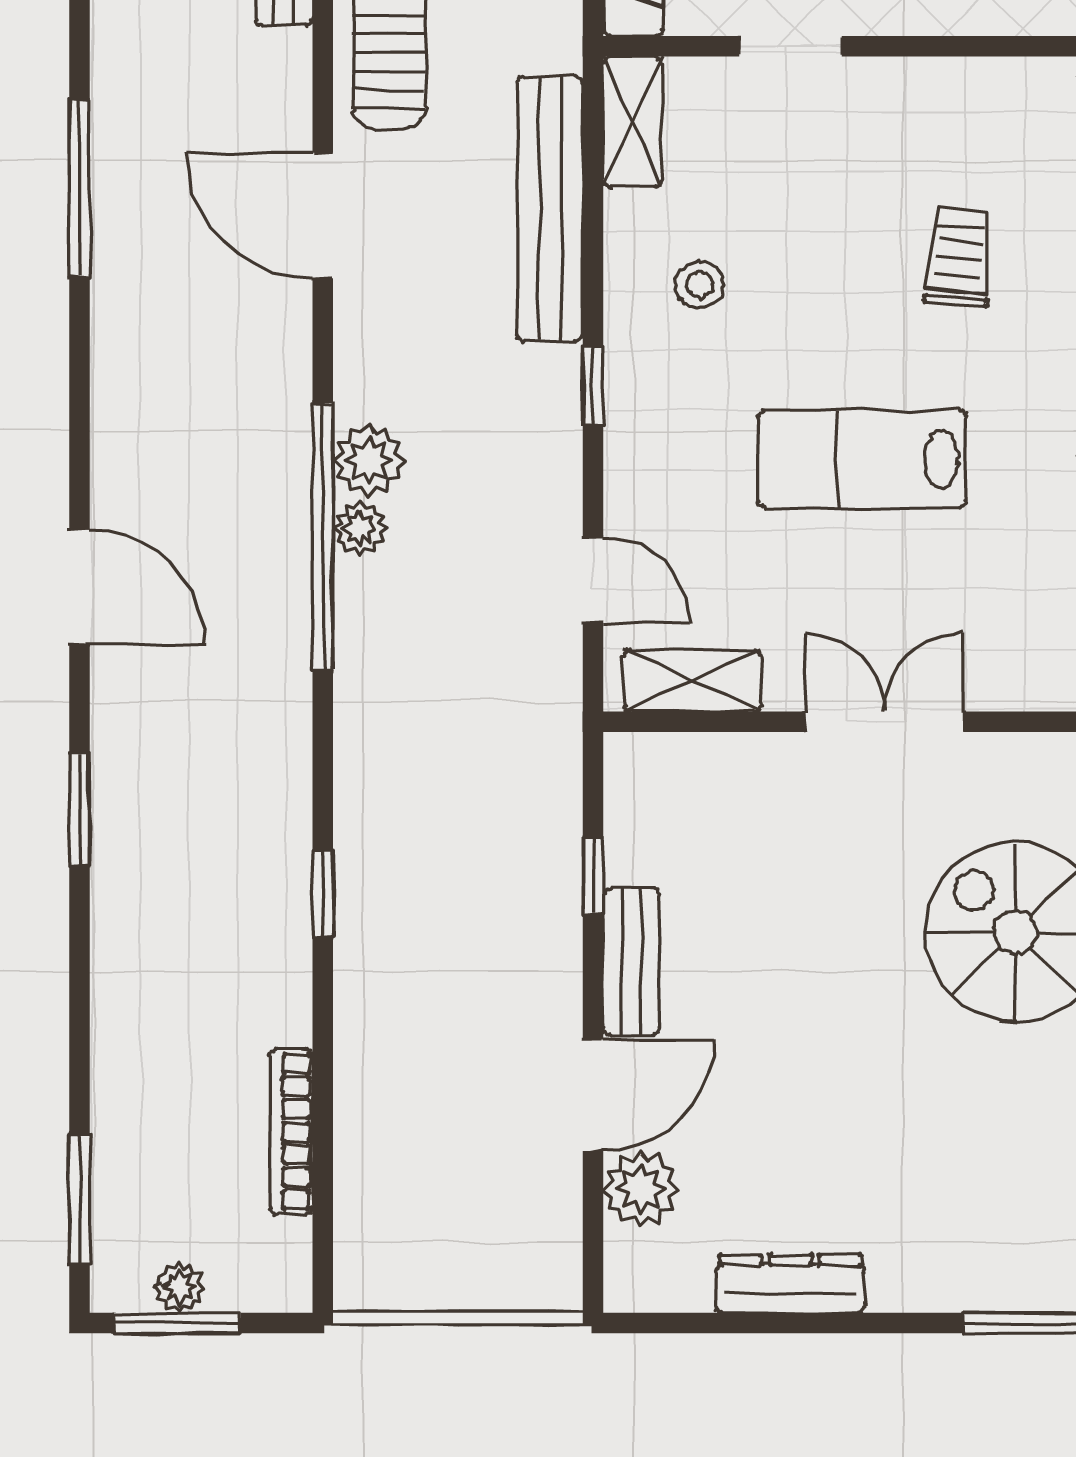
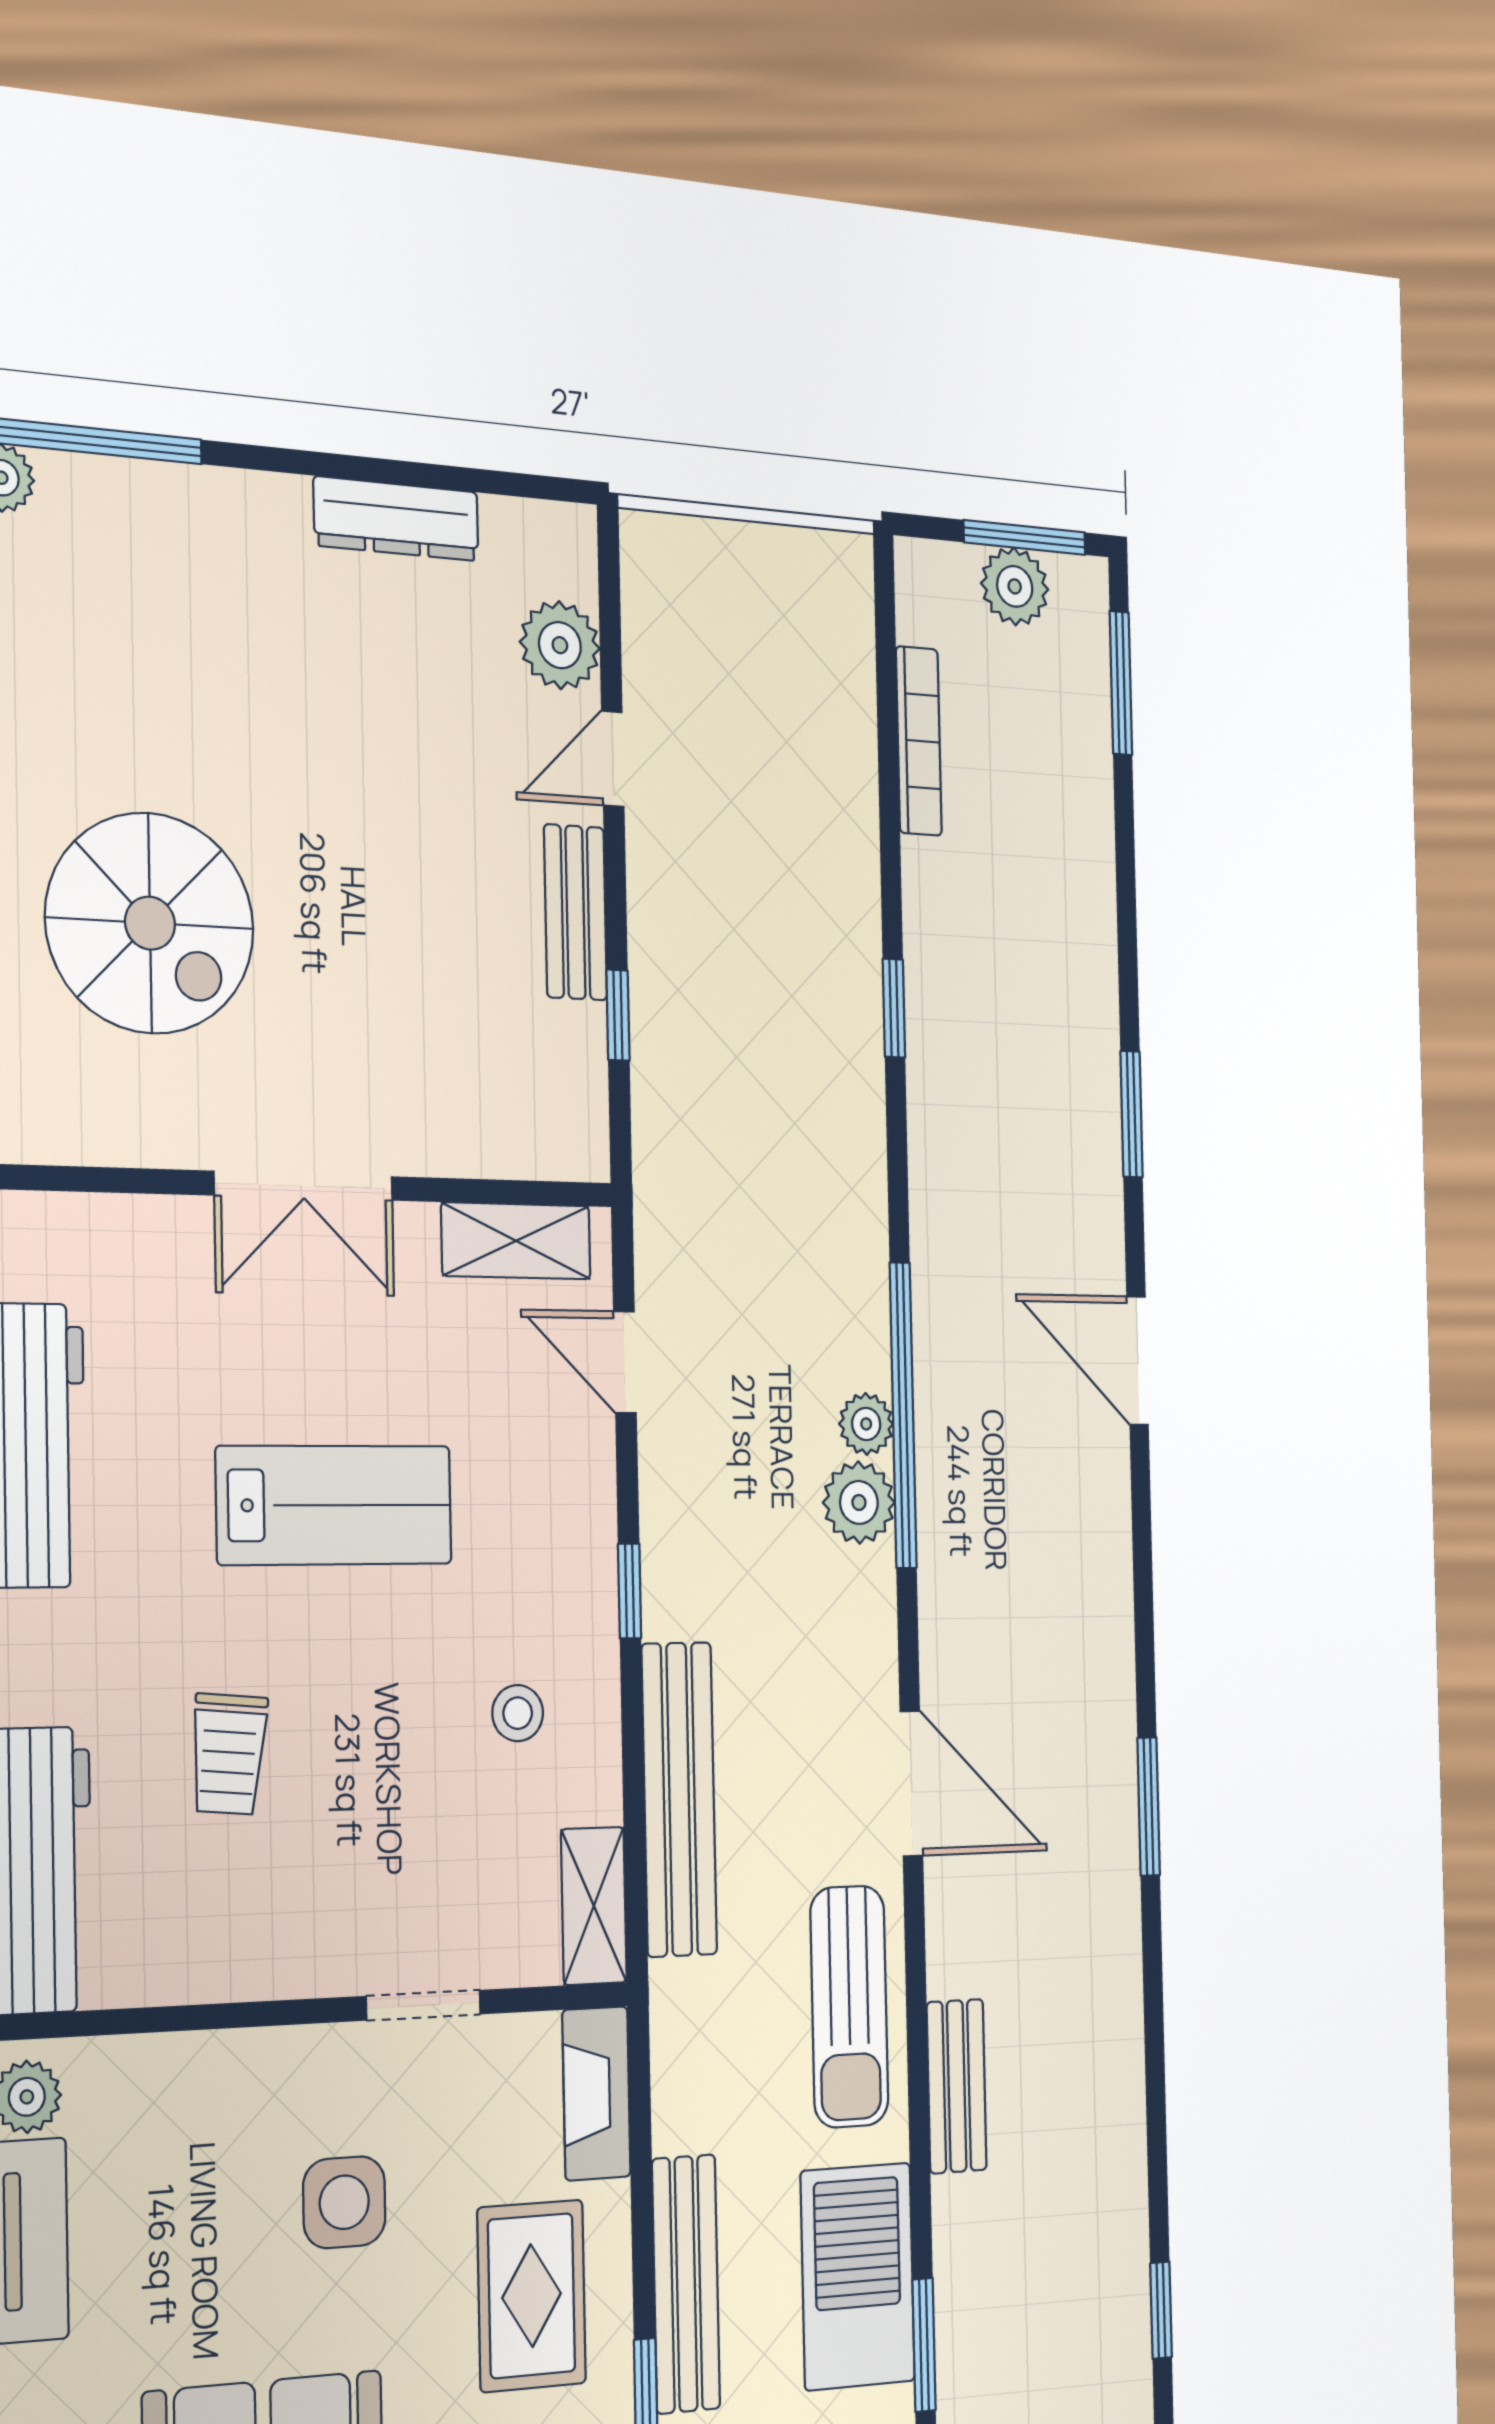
window: (79, 188) -> (1149, 1807), width x0.69
door: (593, 1095) -> (613, 759), width x0.73
plant: (179, 1287) -> (1015, 586), width x1.38, depth x1.38

